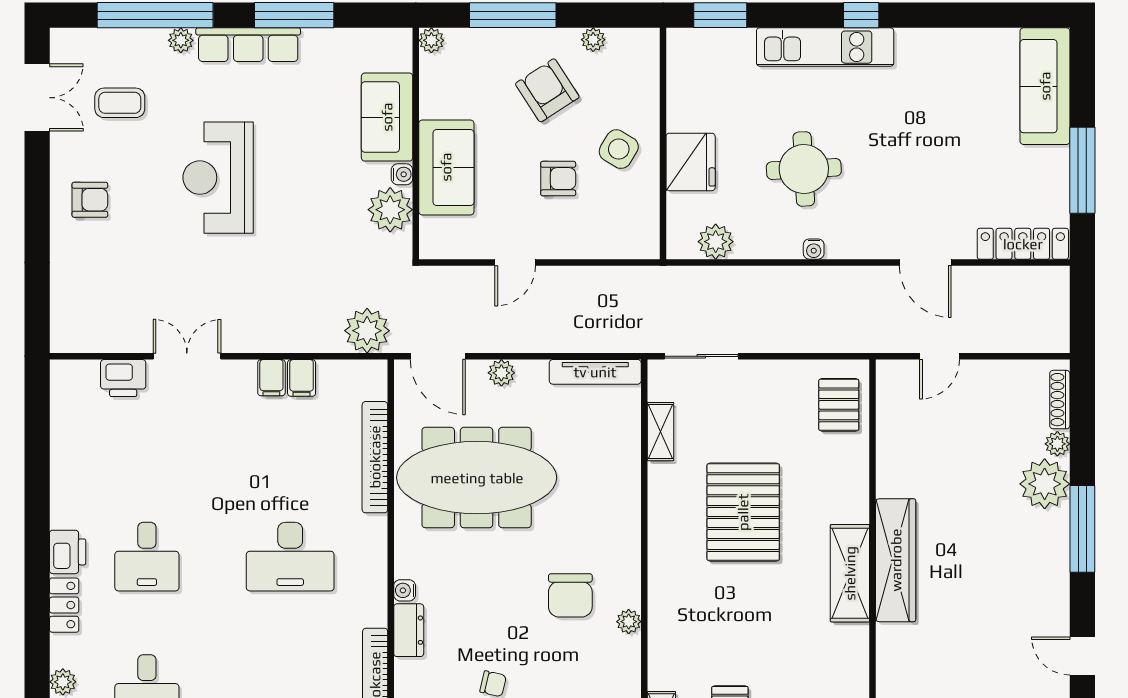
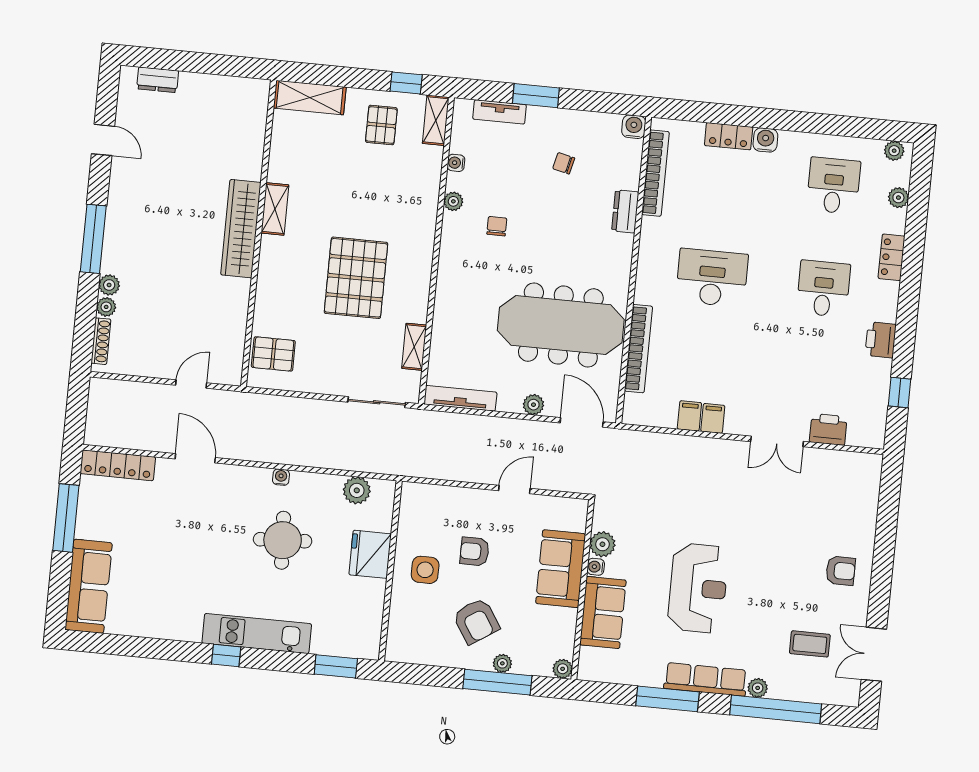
plant: (593, 40) -> (502, 663), moved
side table: (619, 149) -> (425, 570), turned -31
reception desk: (218, 178) -> (698, 588), moved
armchair: (90, 200) -> (841, 571), turned 180
plant: (390, 210) -> (602, 544), width x0.73, depth x0.73
plant: (367, 331) -> (635, 448), removed
pallet: (839, 405) -> (273, 354), turned 90
window: (37, 434) -> (900, 392), added
plant: (1045, 484) -> (109, 285), width x0.53, depth x0.53
printer: (68, 552) -> (881, 340), moved
shelving: (850, 573) -> (275, 209), width x0.67, depth x0.75
water cooler: (405, 590) -> (456, 163), moved, turned 180
chair: (570, 595) -> (497, 226), width x0.54, depth x0.54

